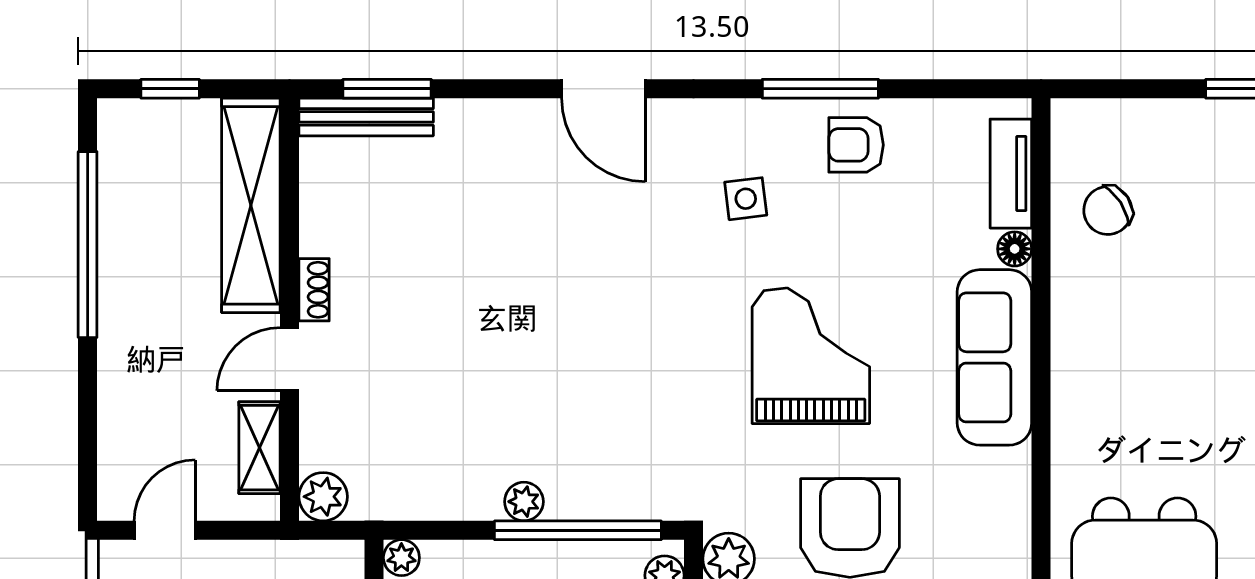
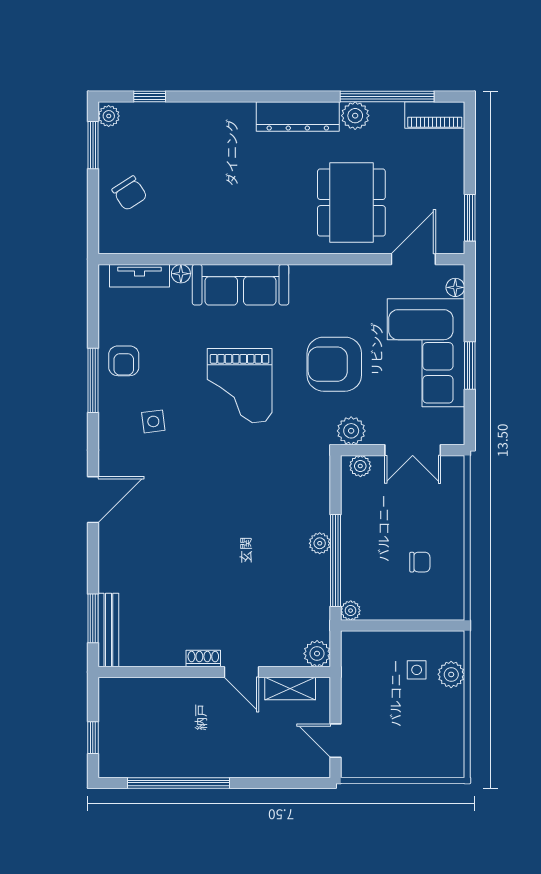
shelving: (251, 205) -> (157, 693), removed
chair: (1108, 210) -> (130, 193), moved
grand piano: (811, 356) -> (240, 386), turned -90
window: (578, 530) -> (335, 560), moved

